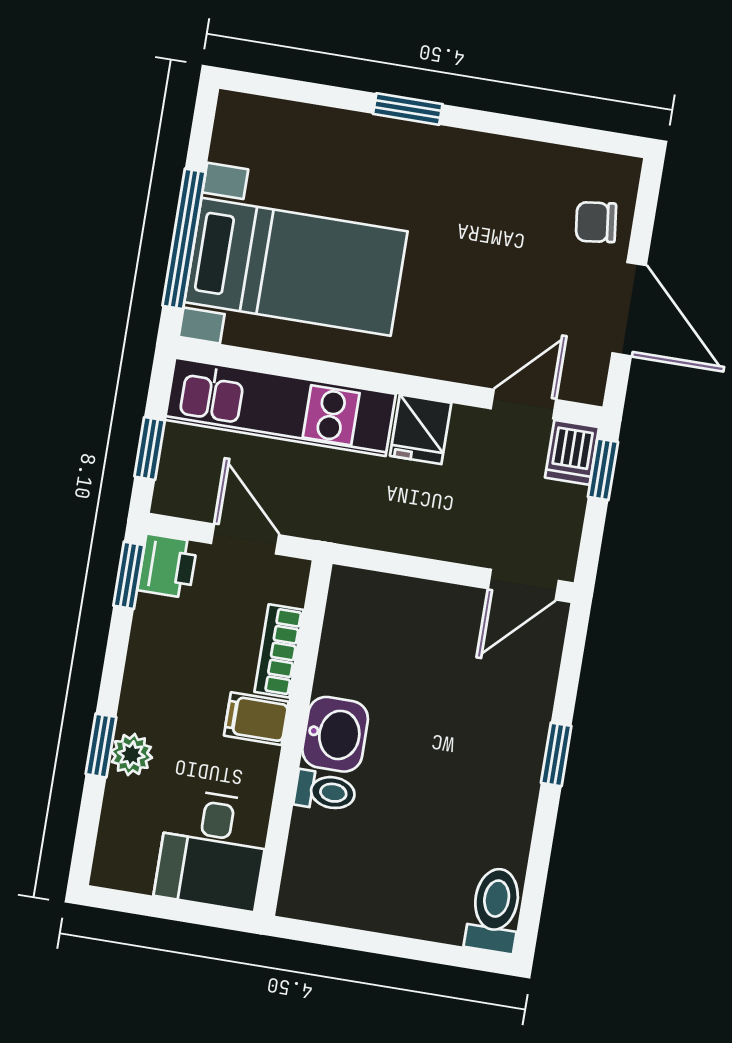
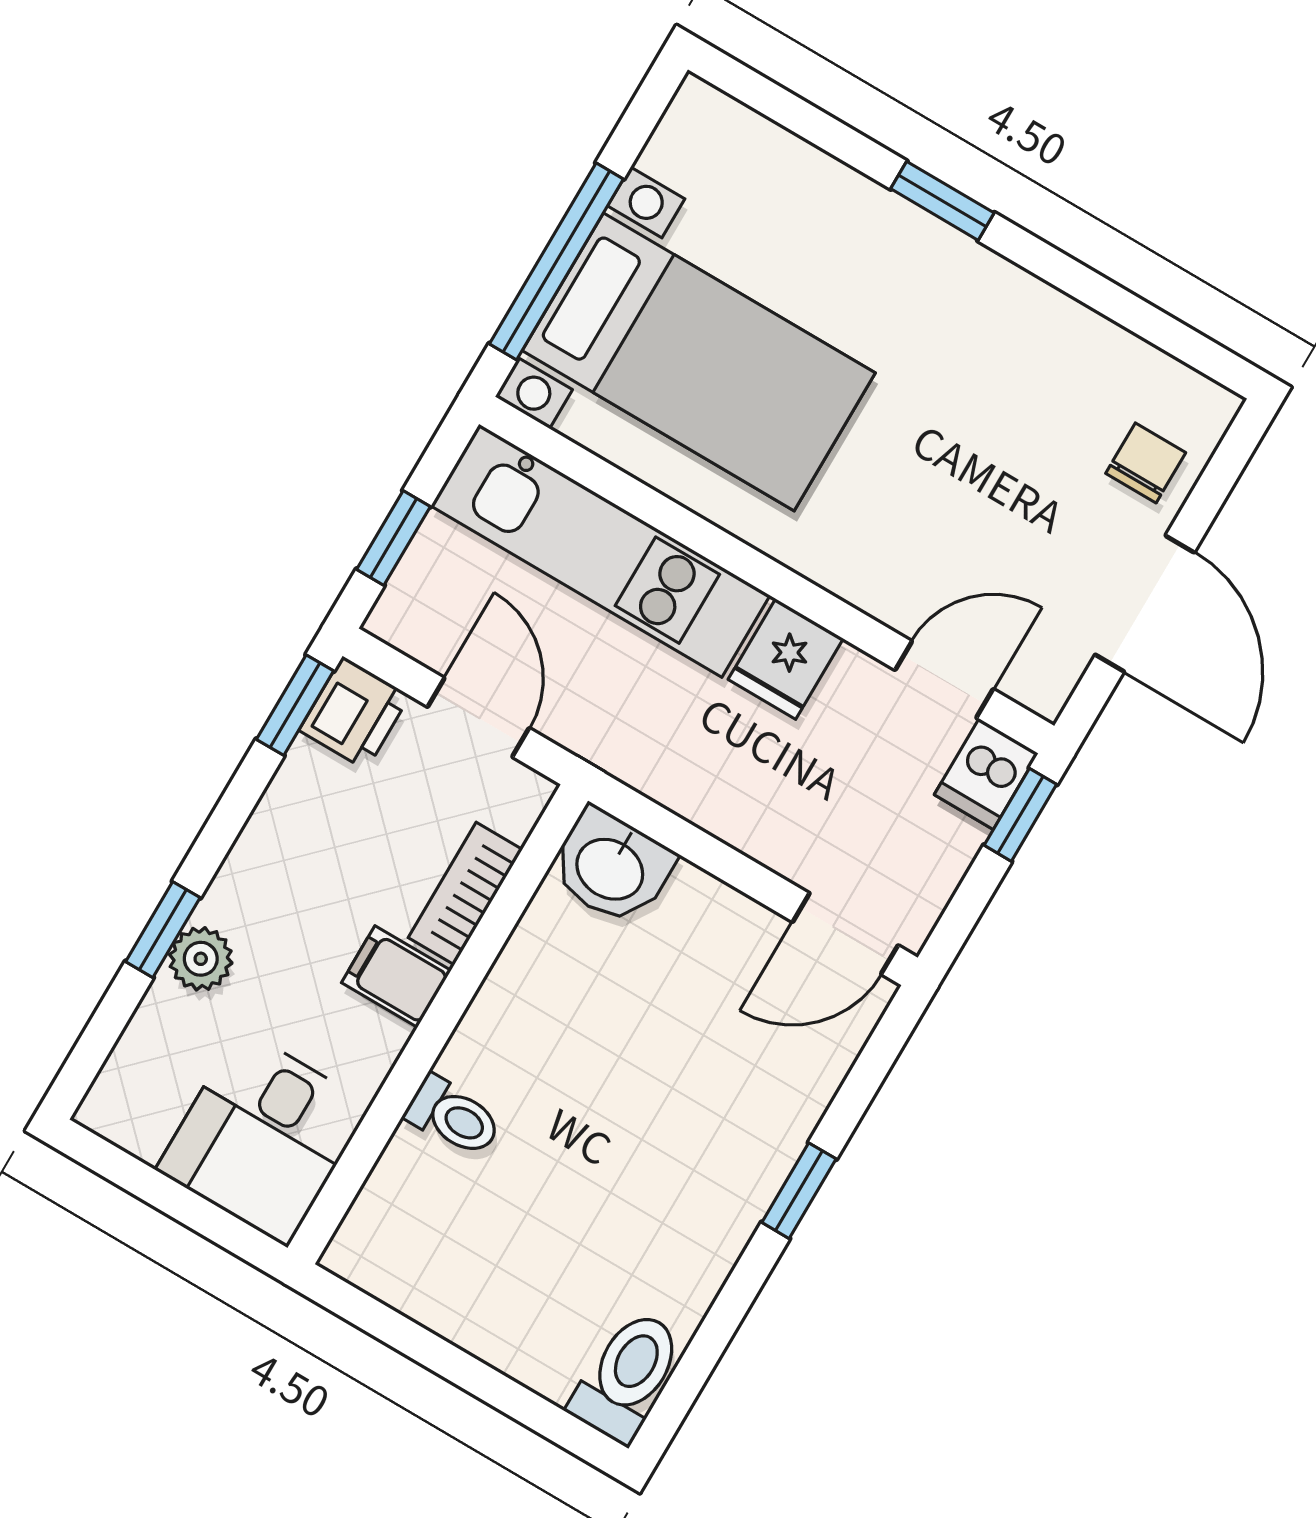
chair: (596, 222) -> (1146, 463), turned 97
washbasin: (335, 734) -> (611, 867), moved, turned 90

